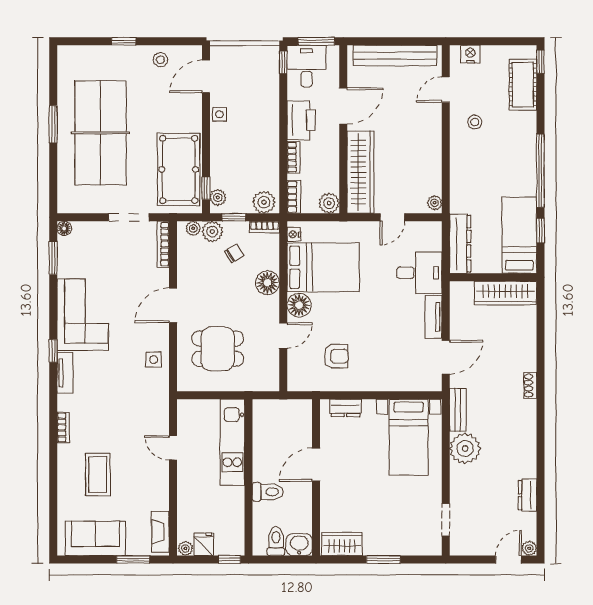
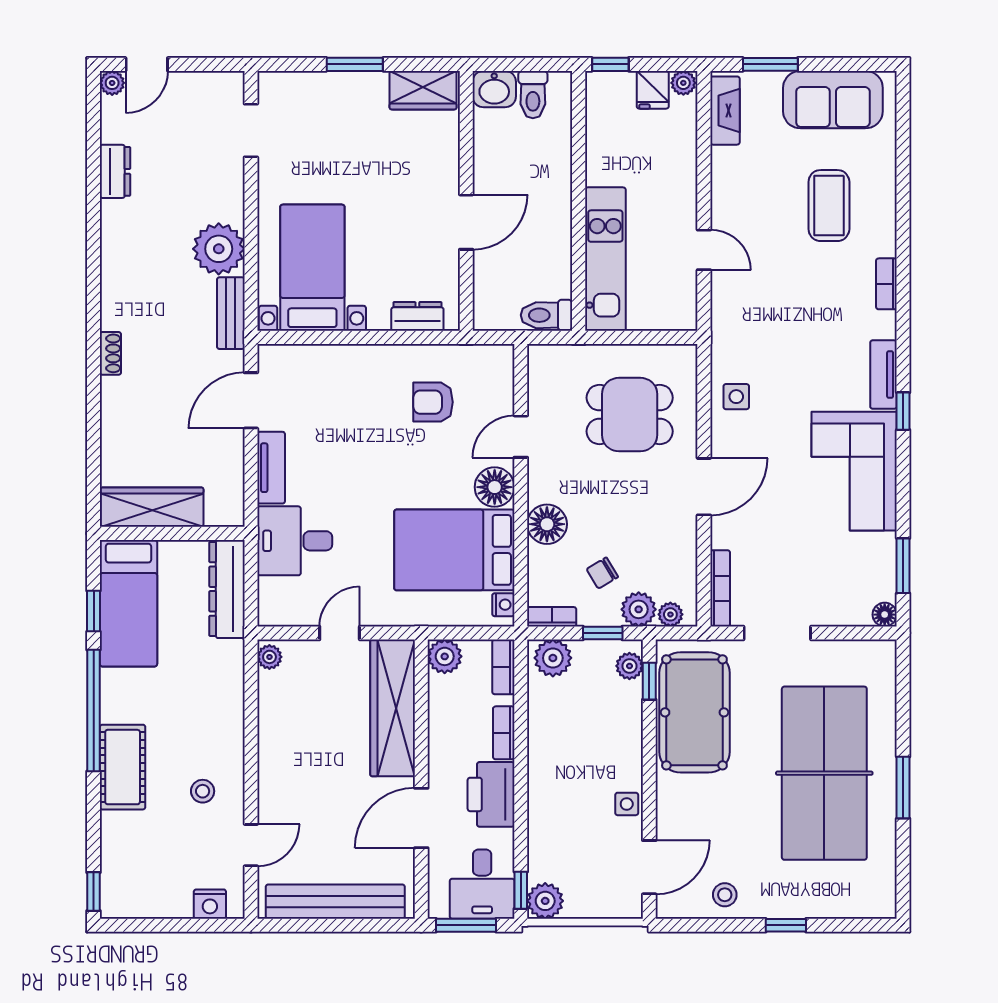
plant: (269, 56) -> (545, 901), added
cot: (523, 85) -> (123, 767), moved
toilet: (268, 492) -> (546, 315), moved

